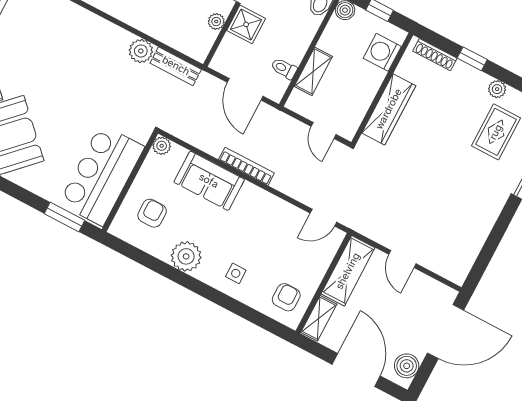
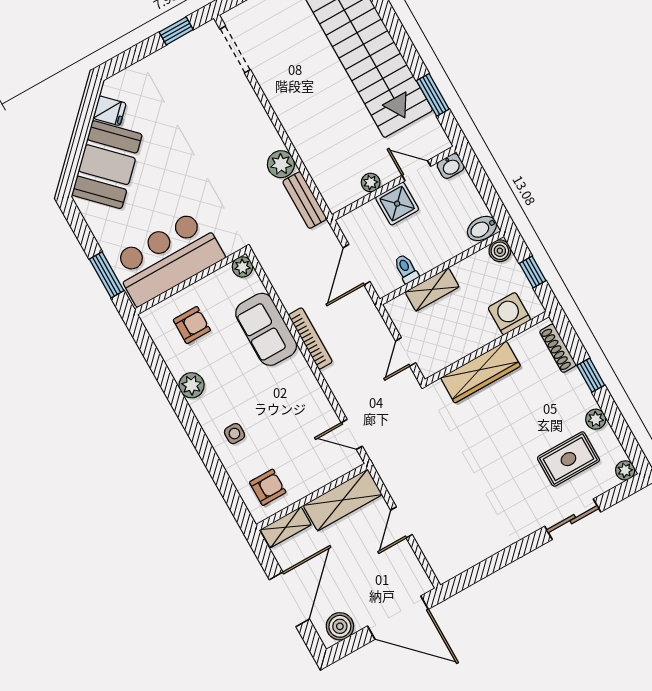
plant: (186, 256) -> (192, 385), width x0.73, depth x0.73

